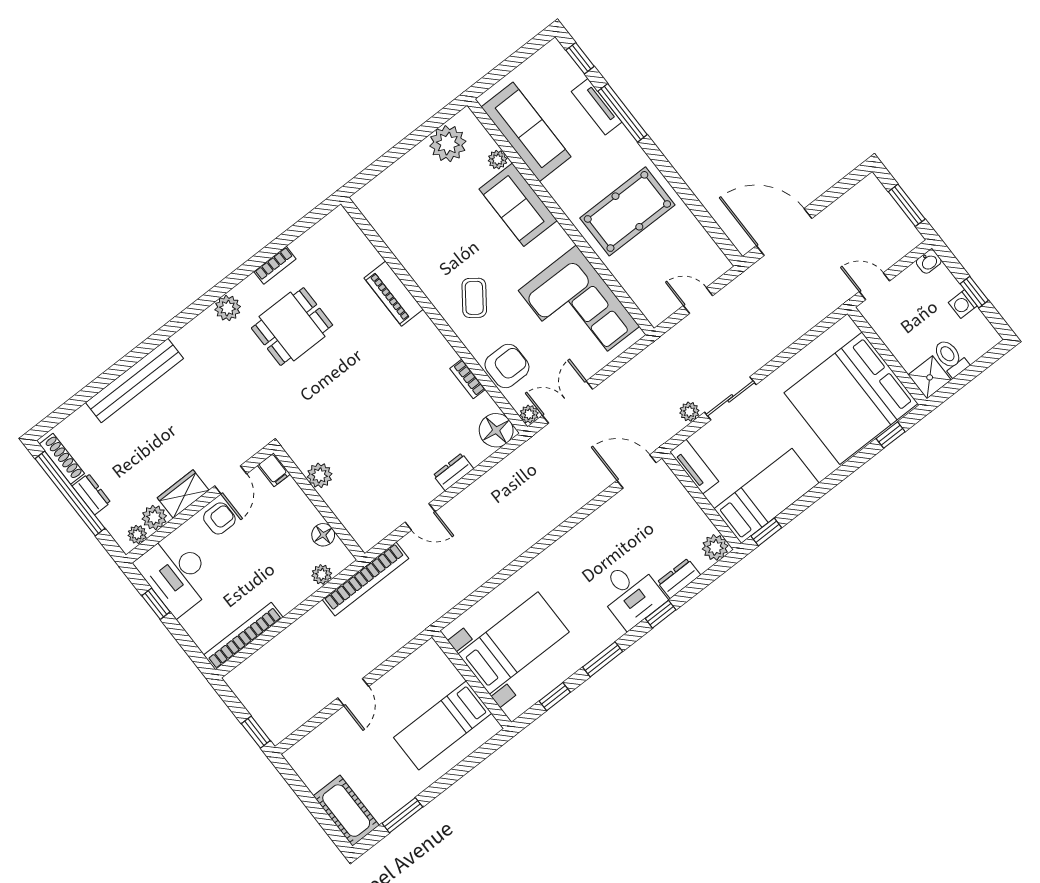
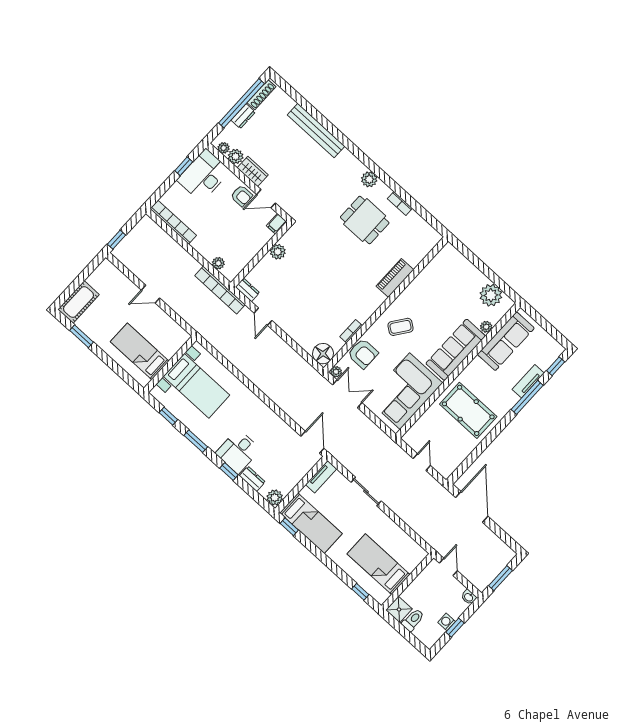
sofa: (518, 205) -> (456, 350), width x1.36
bed: (851, 398) -> (378, 564), width x0.49
plant: (689, 412) -> (354, 468), removed
dresser: (453, 472) -> (247, 290), moved
floor lamp: (323, 535) -> (242, 260), removed

